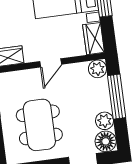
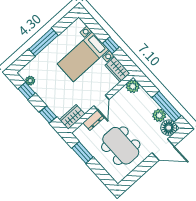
dresser: (28, 76) -> (93, 120), added
window: (117, 97) -> (167, 107), moved

